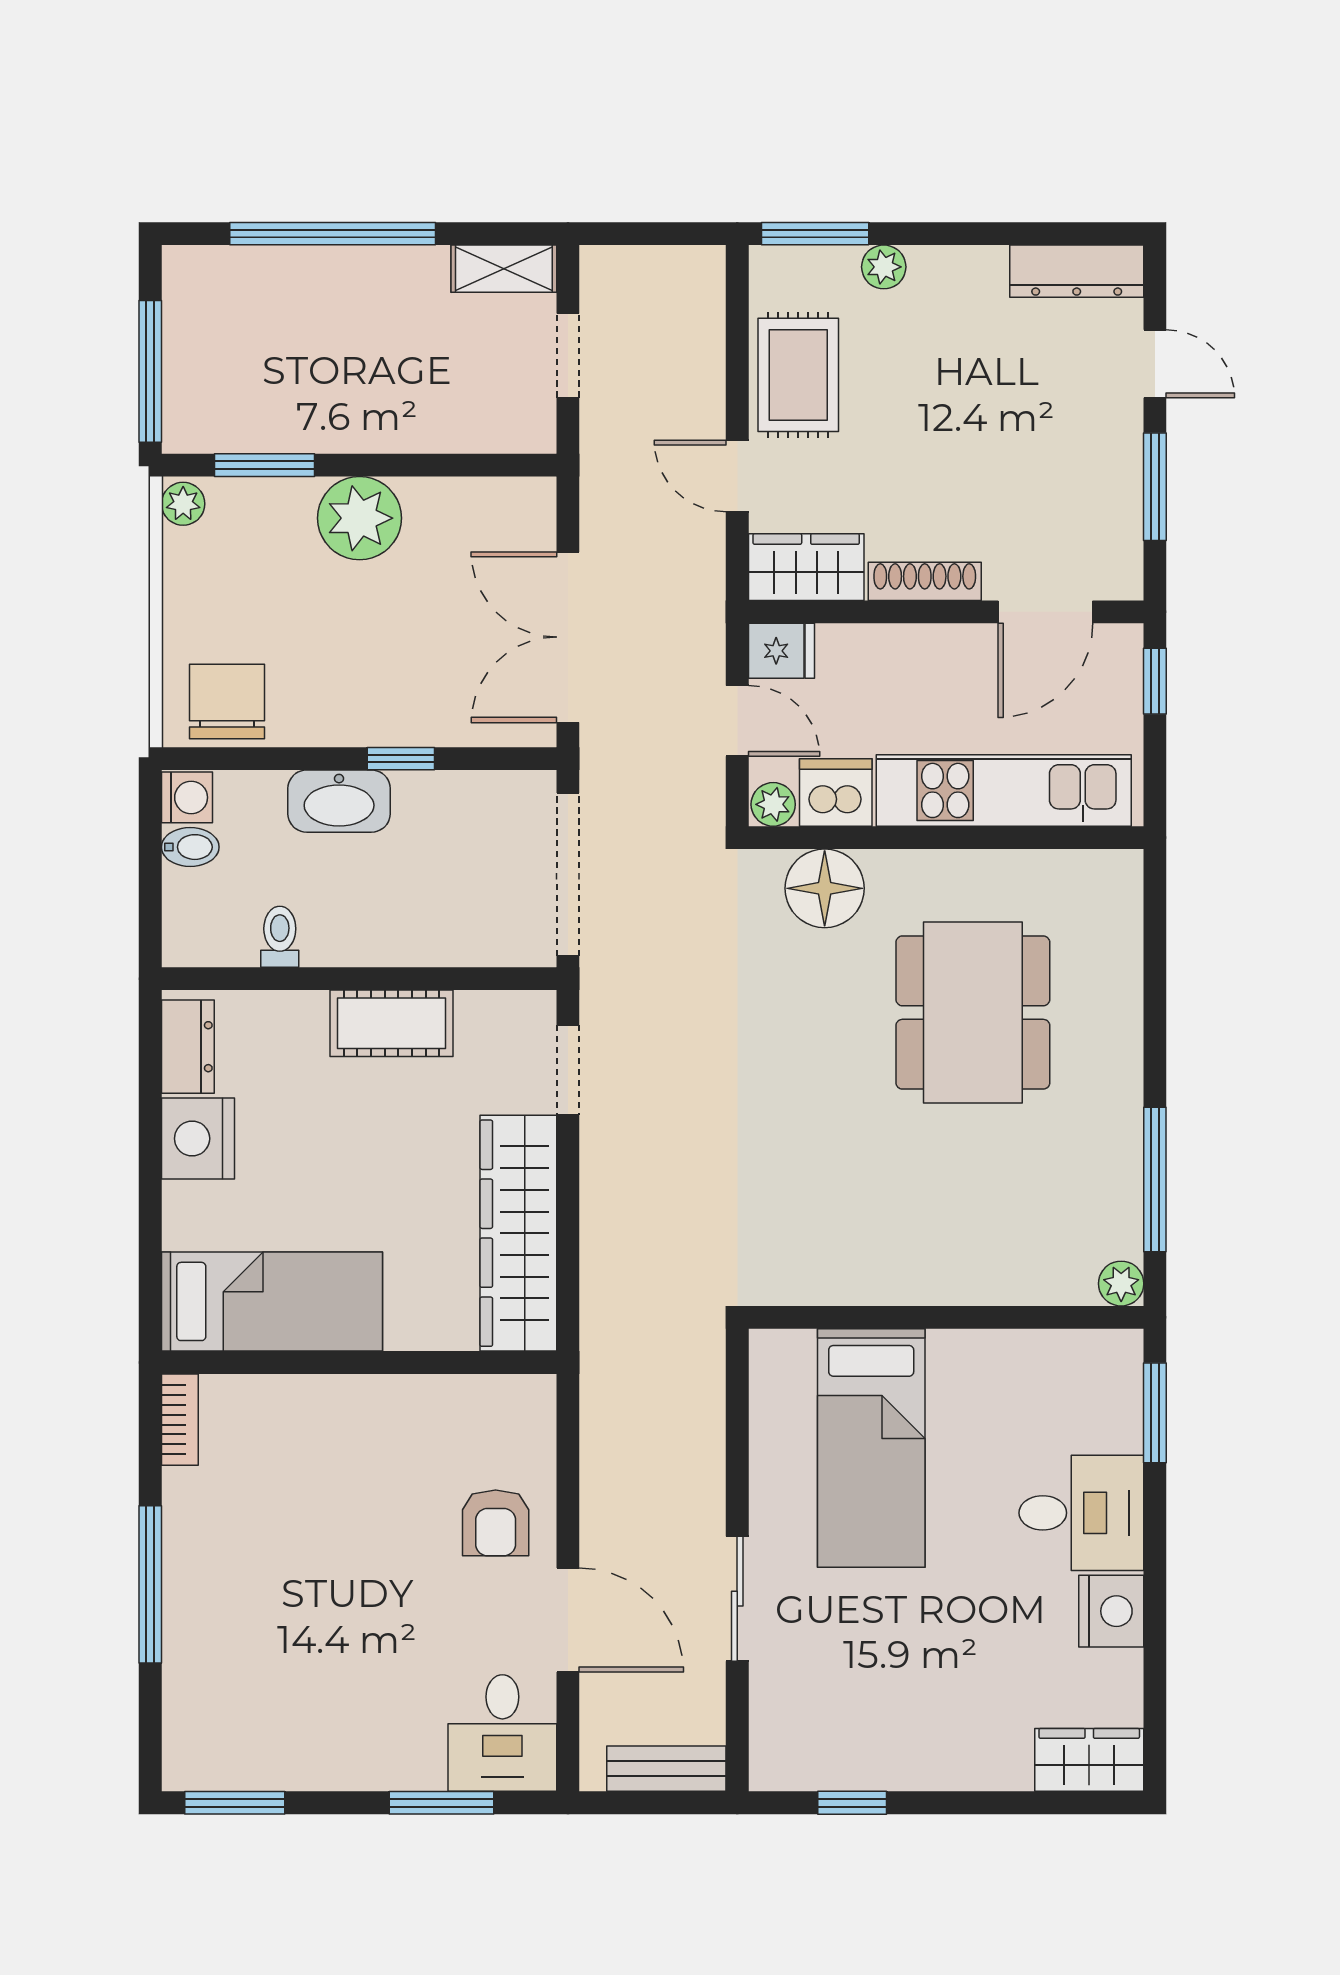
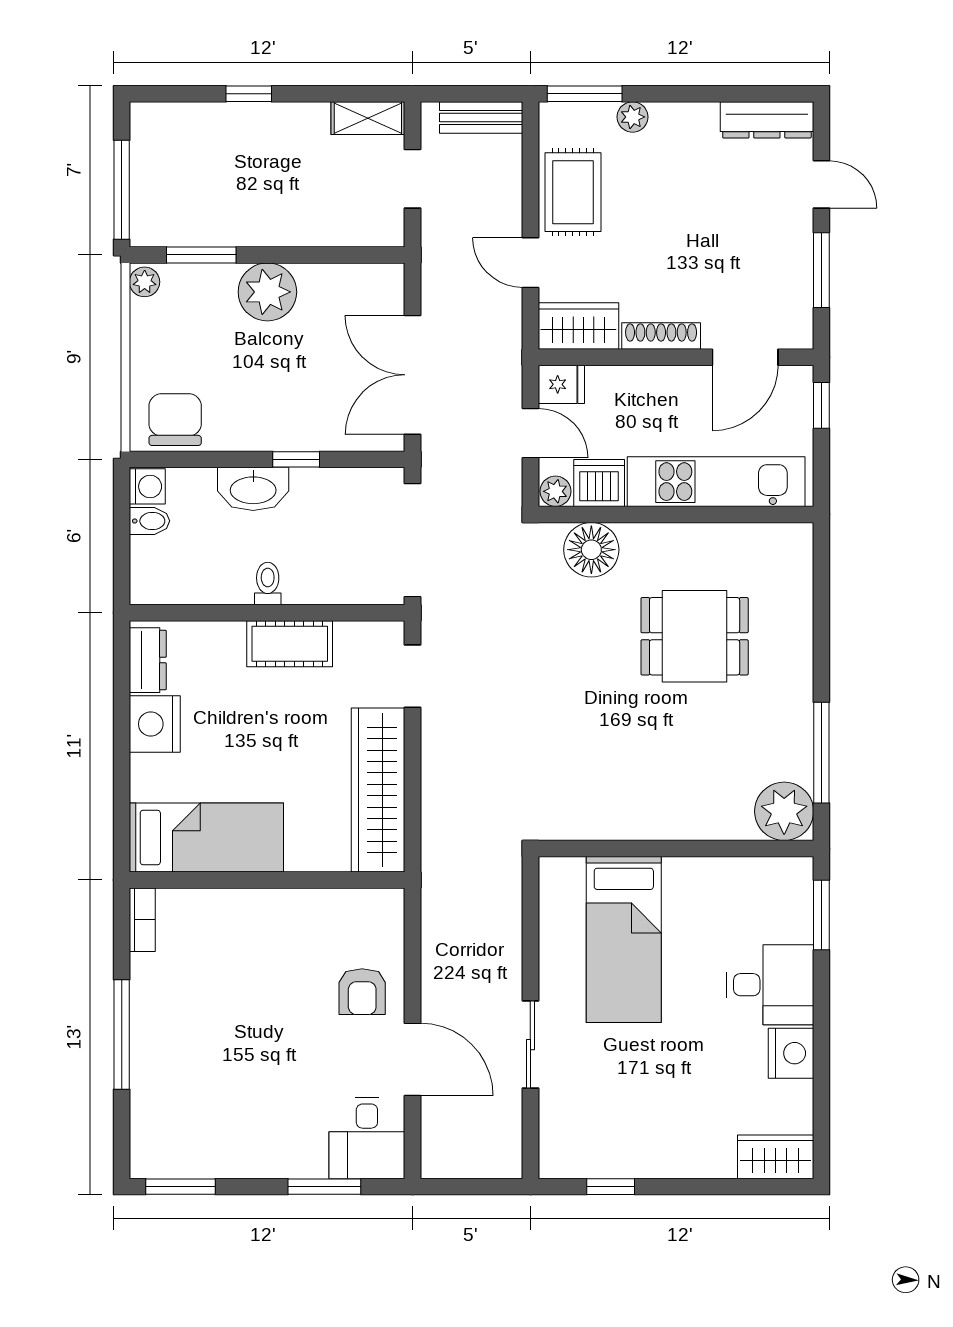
window: (333, 234) -> (249, 94), width x0.32
toilet: (280, 937) -> (268, 583), moved
dining table: (973, 1013) -> (695, 636), width x0.73
plant: (1121, 1284) -> (784, 811), width x1.88, depth x1.88
bench: (666, 1769) -> (481, 117), moved

